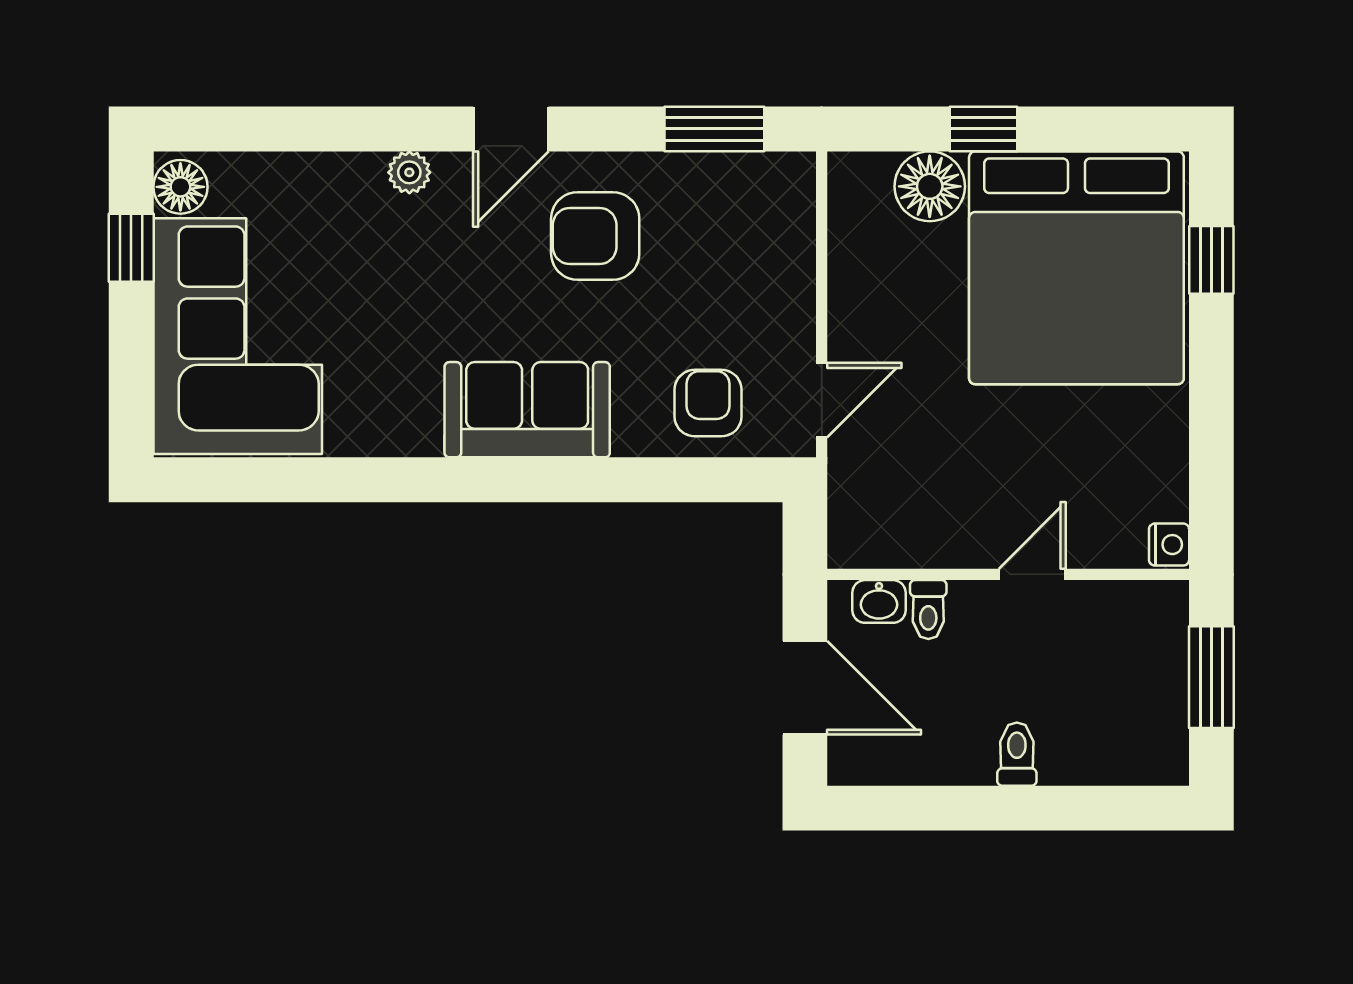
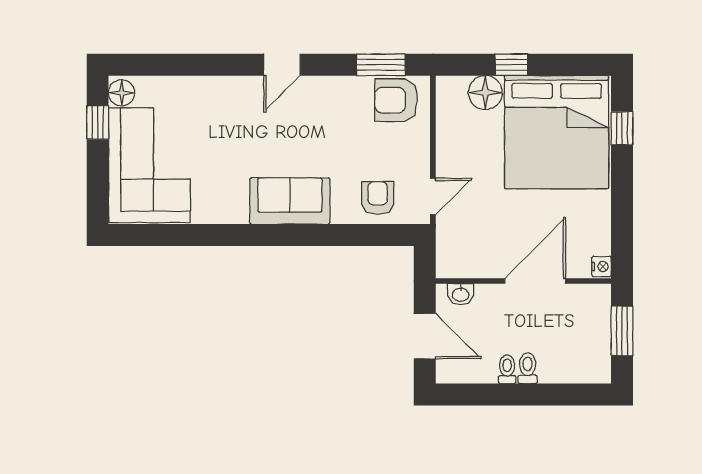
plant: (409, 172) -> (233, 86), removed
armchair: (595, 236) -> (396, 100), moved
door: (1032, 574) -> (535, 281), width x1.87
toilet: (928, 610) -> (507, 369), moved, turned 180

